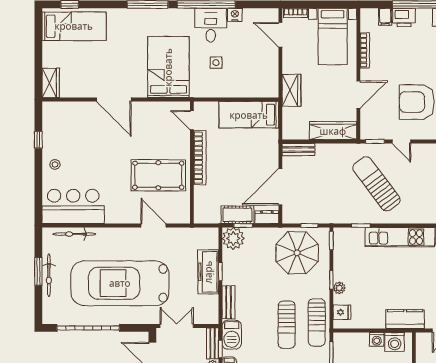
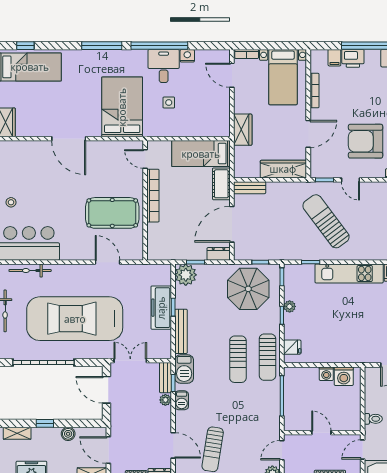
cot: (238, 215) -> (221, 184), moved, turned 90
plant: (339, 288) -> (290, 306), moved
bench: (228, 302) -> (181, 331), width x1.36
kitchen counter: (405, 319) -> (354, 354), removed

